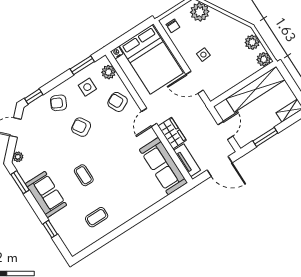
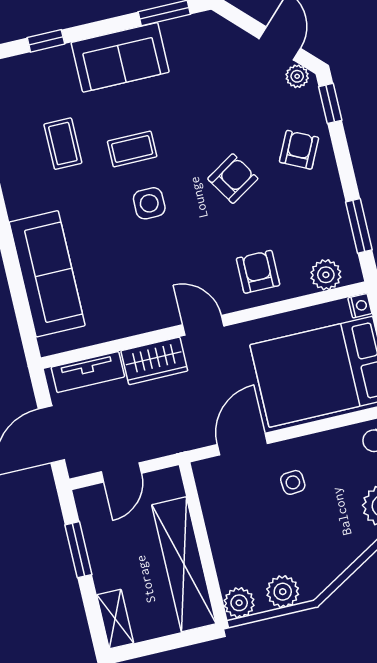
side table: (87, 87) -> (149, 203), moved
armchair: (118, 102) -> (258, 272), turned -64
door: (225, 130) -> (121, 472), hinge flipped
plant: (18, 157) -> (297, 76), moved
sofa: (163, 166) -> (47, 274), moved, turned 90
coffee table: (97, 217) -> (63, 144), moved

